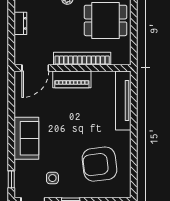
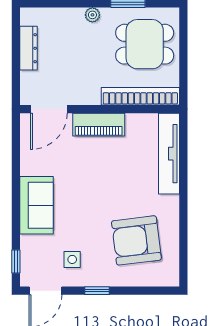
dresser: (20, 23) -> (28, 48), width x1.44
bookcase: (82, 59) -> (140, 96), moved

